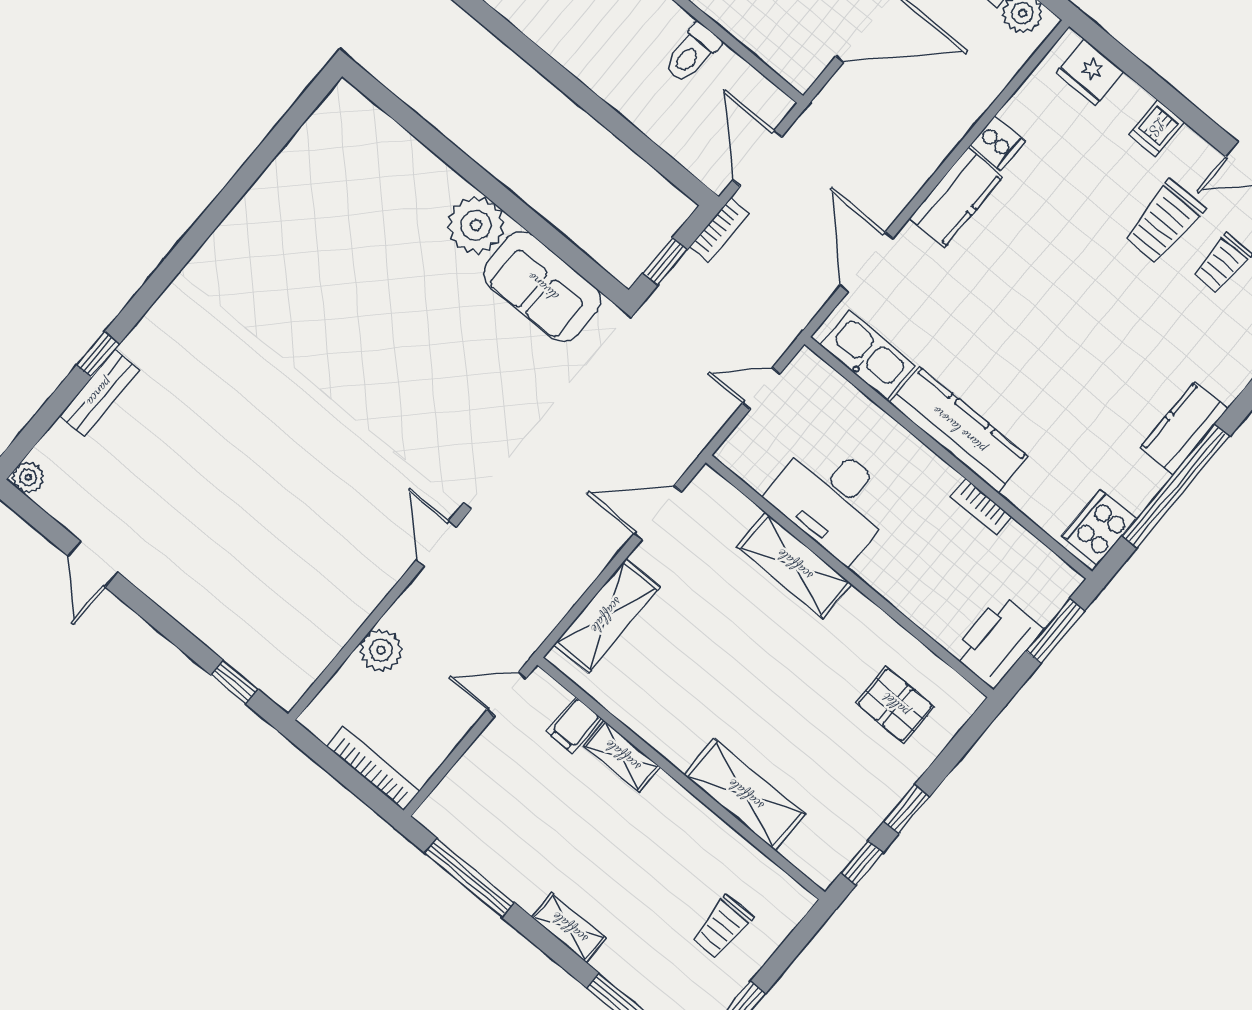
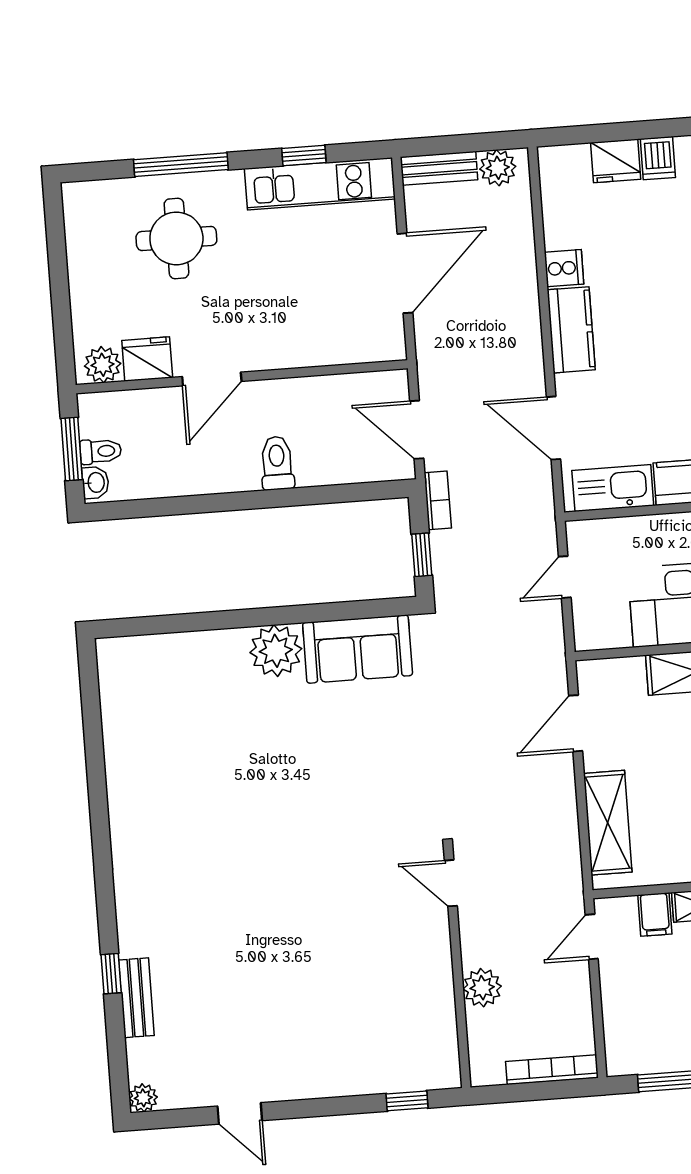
toilet: (692, 53) -> (277, 463), moved, turned 180
fridge: (1090, 72) -> (616, 161), moved

